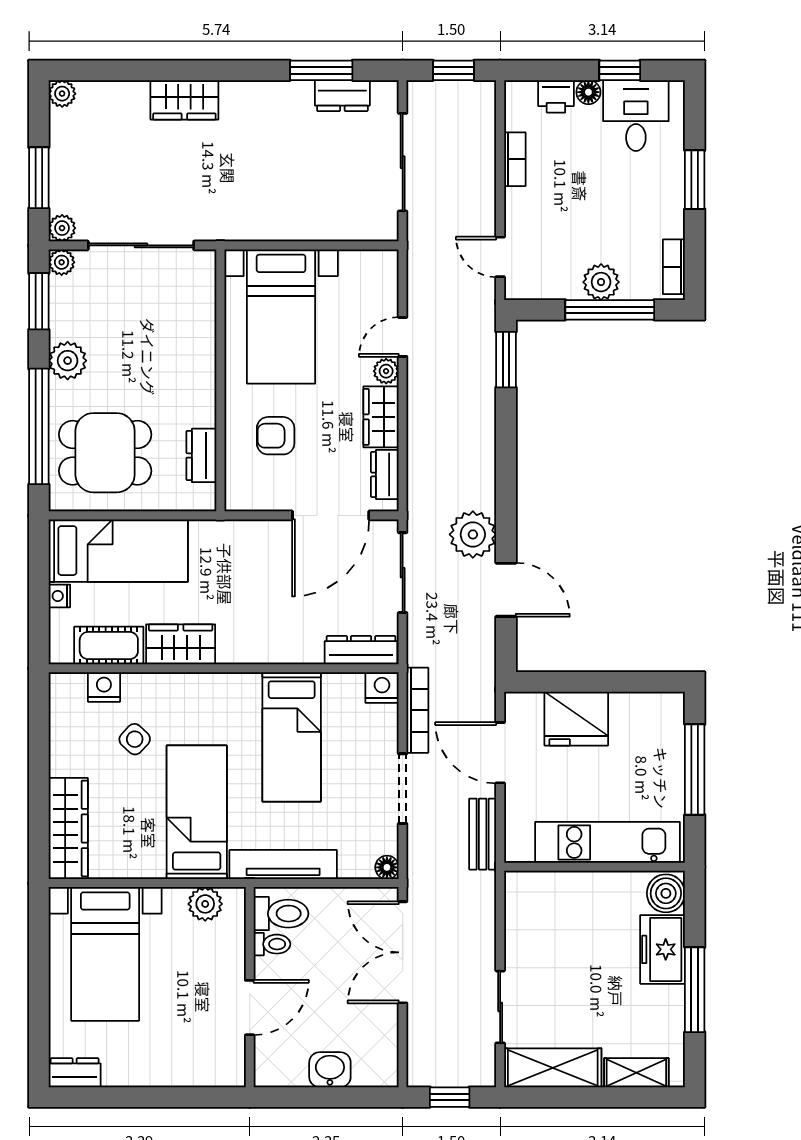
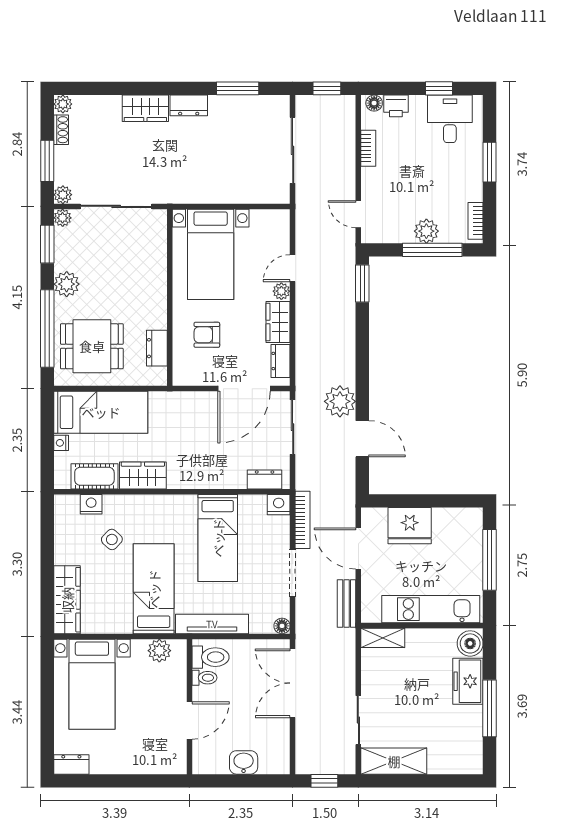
floor lamp: (588, 92) -> (374, 103), moved
dresser: (342, 96) -> (189, 105), moved
shoe rack: (59, 132) -> (61, 130), added
dresser: (361, 650) -> (265, 479), width x0.70
shelving: (636, 1073) -> (383, 638), moved

